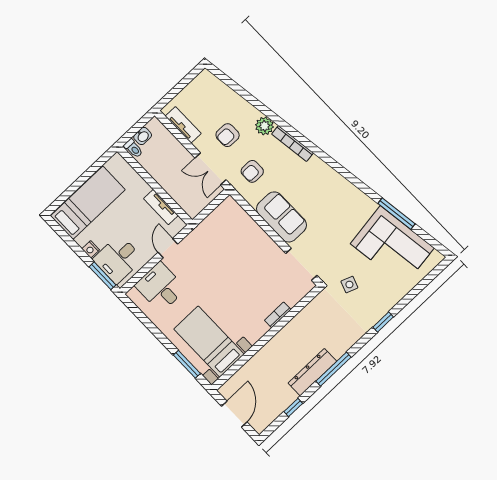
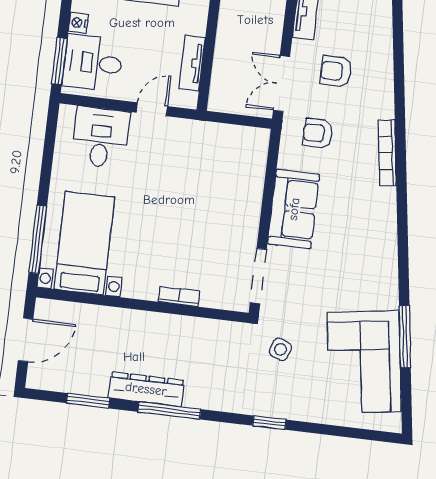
plant: (264, 126) -> (381, 105), removed
window: (187, 364) -> (38, 239), width x1.44
window: (293, 408) -> (88, 401), width x1.50

